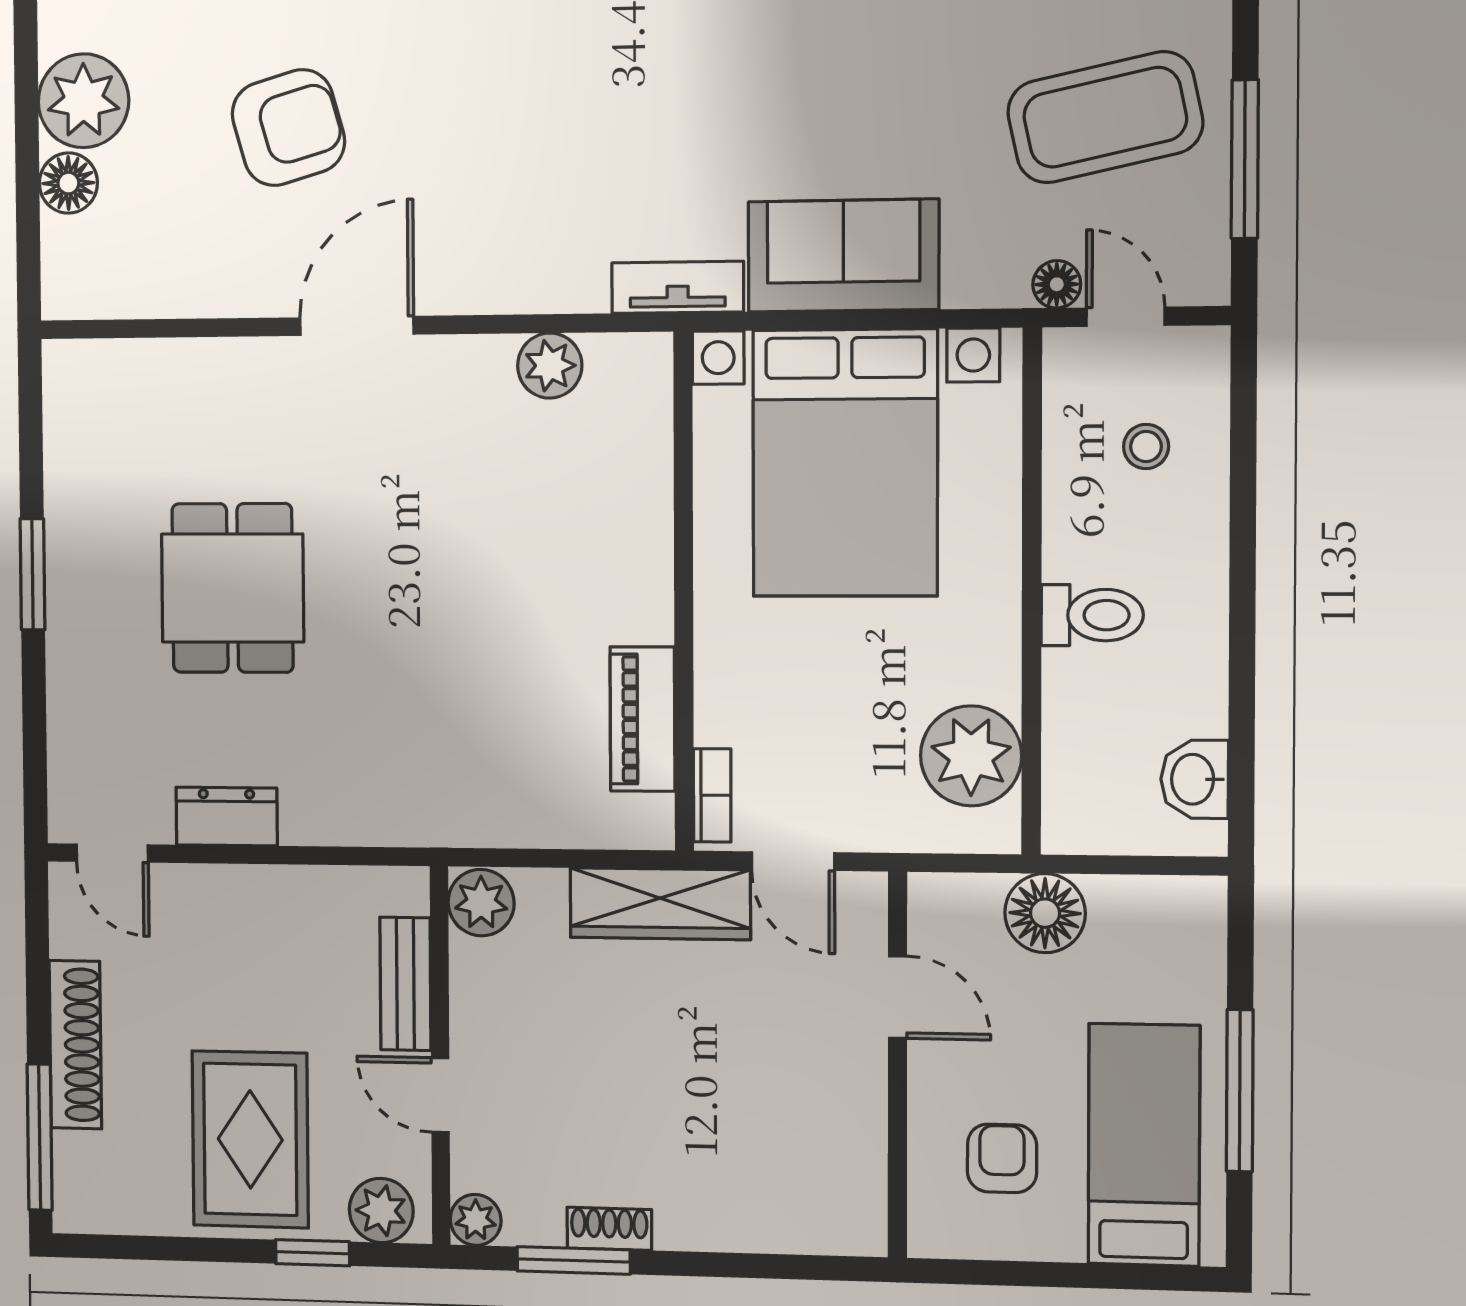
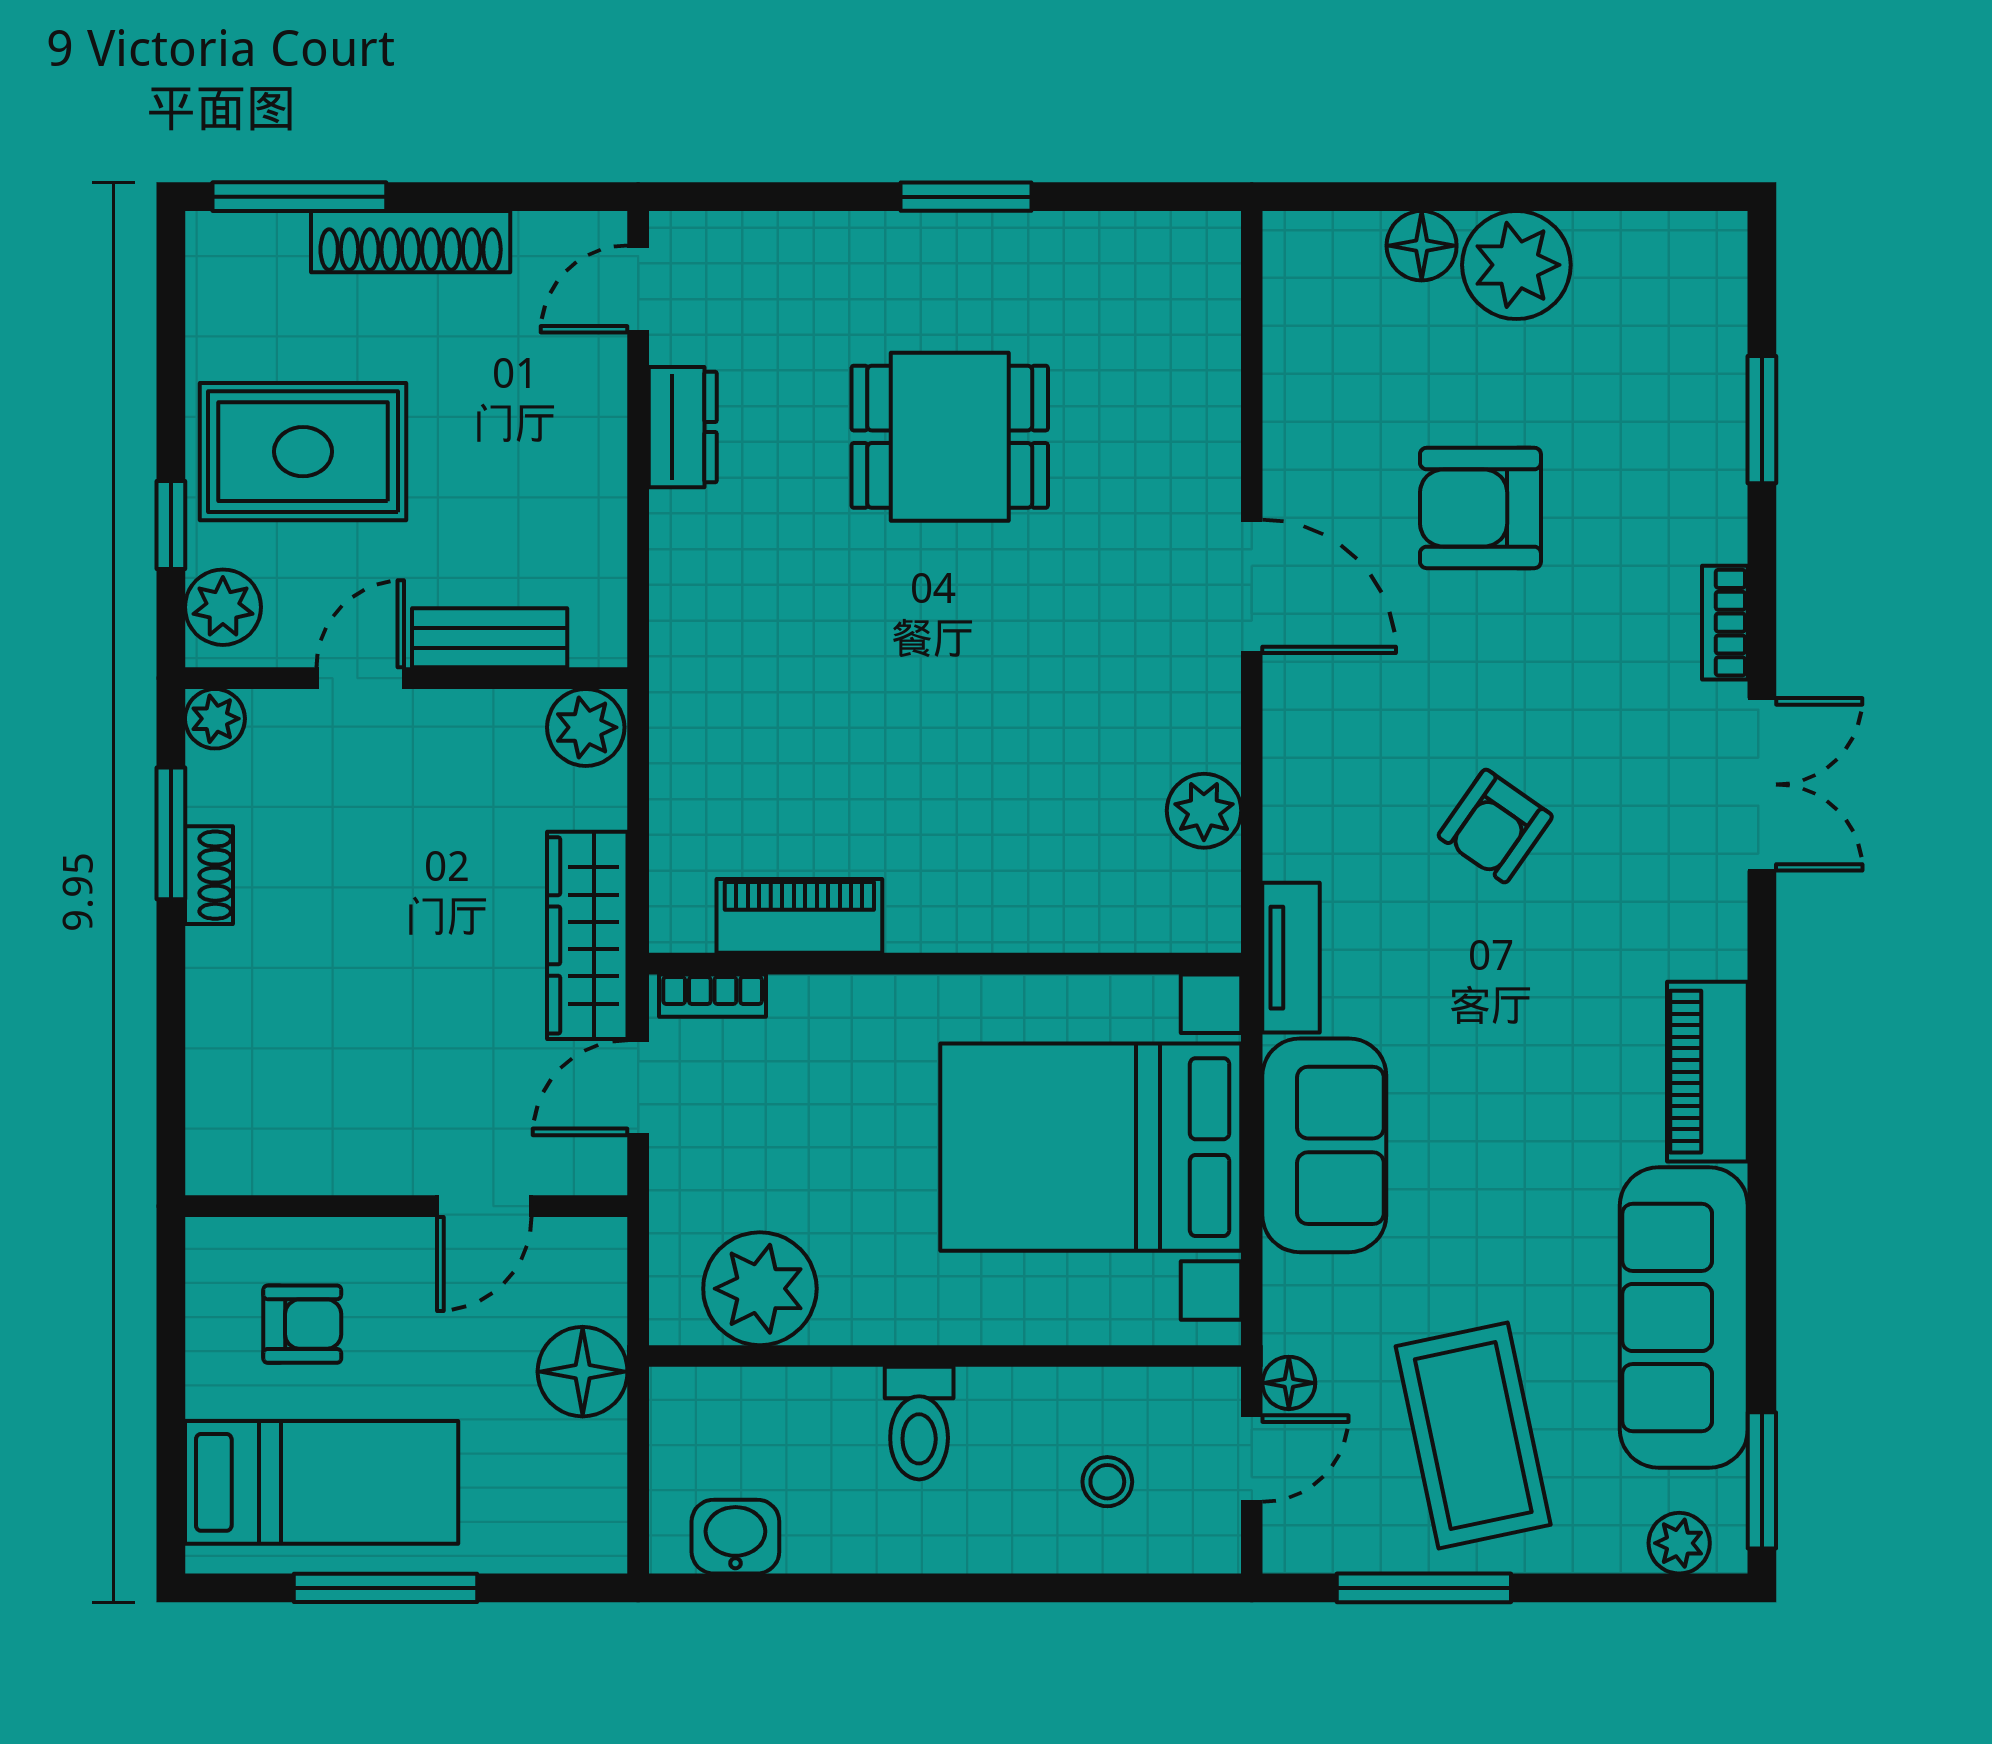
armchair: (562, 109) -> (1495, 826), added
armchair: (288, 128) -> (1480, 508), turned 106

